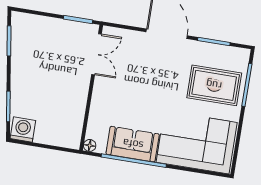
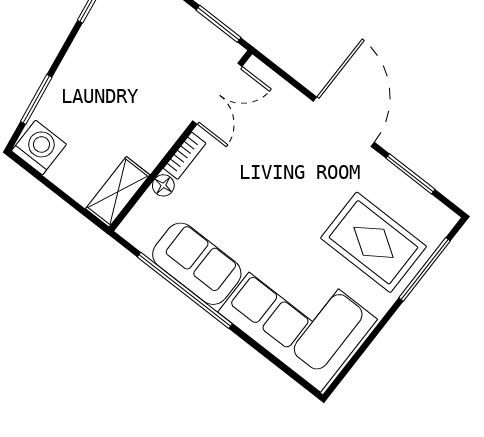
bookcase: (97, 94) -> (185, 156), added
shelving: (74, 130) -> (118, 192), added
floor lamp: (90, 145) -> (163, 185), moved

